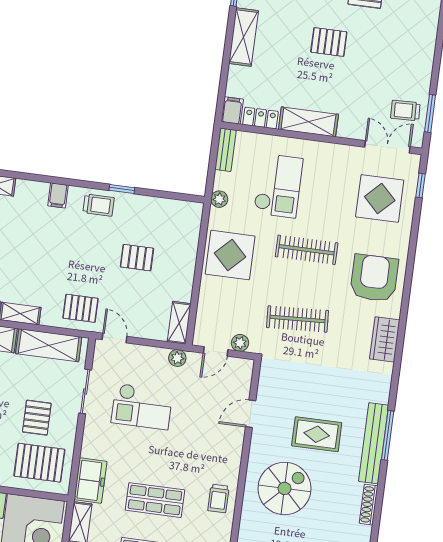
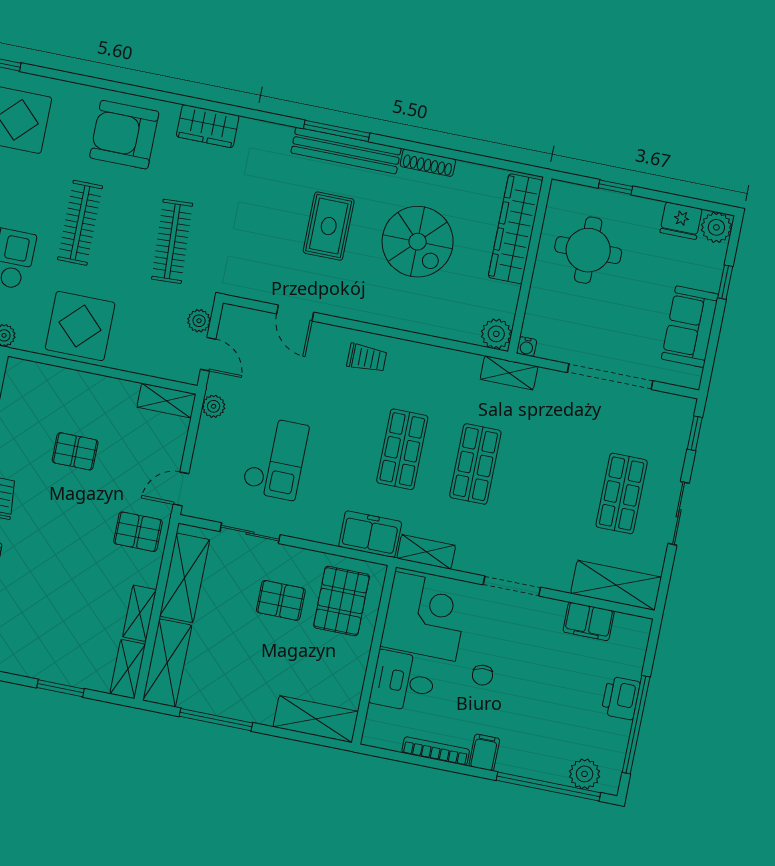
pallet: (137, 258) -> (75, 451), turned 90
pallet: (81, 308) -> (138, 532), turned 90
spiral stairs: (285, 488) -> (418, 242), moved, turned 180
trolley: (218, 498) -> (367, 358), moved

